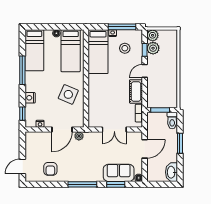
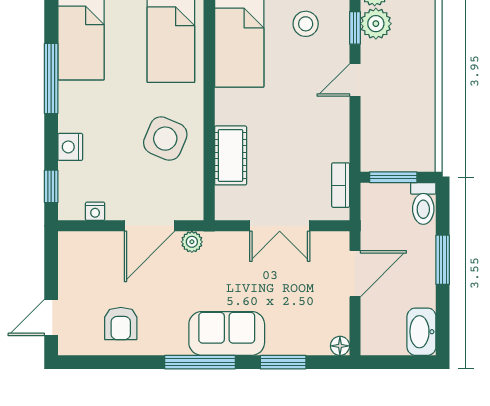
cot: (136, 91) -> (231, 155), moved
sofa: (119, 173) -> (227, 333), moved

